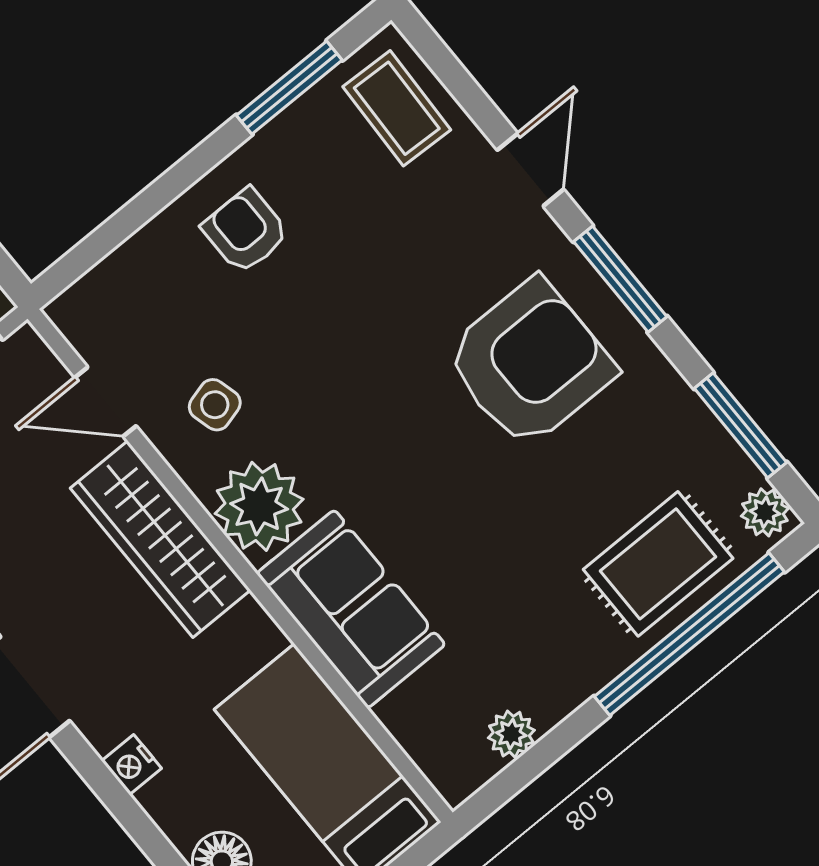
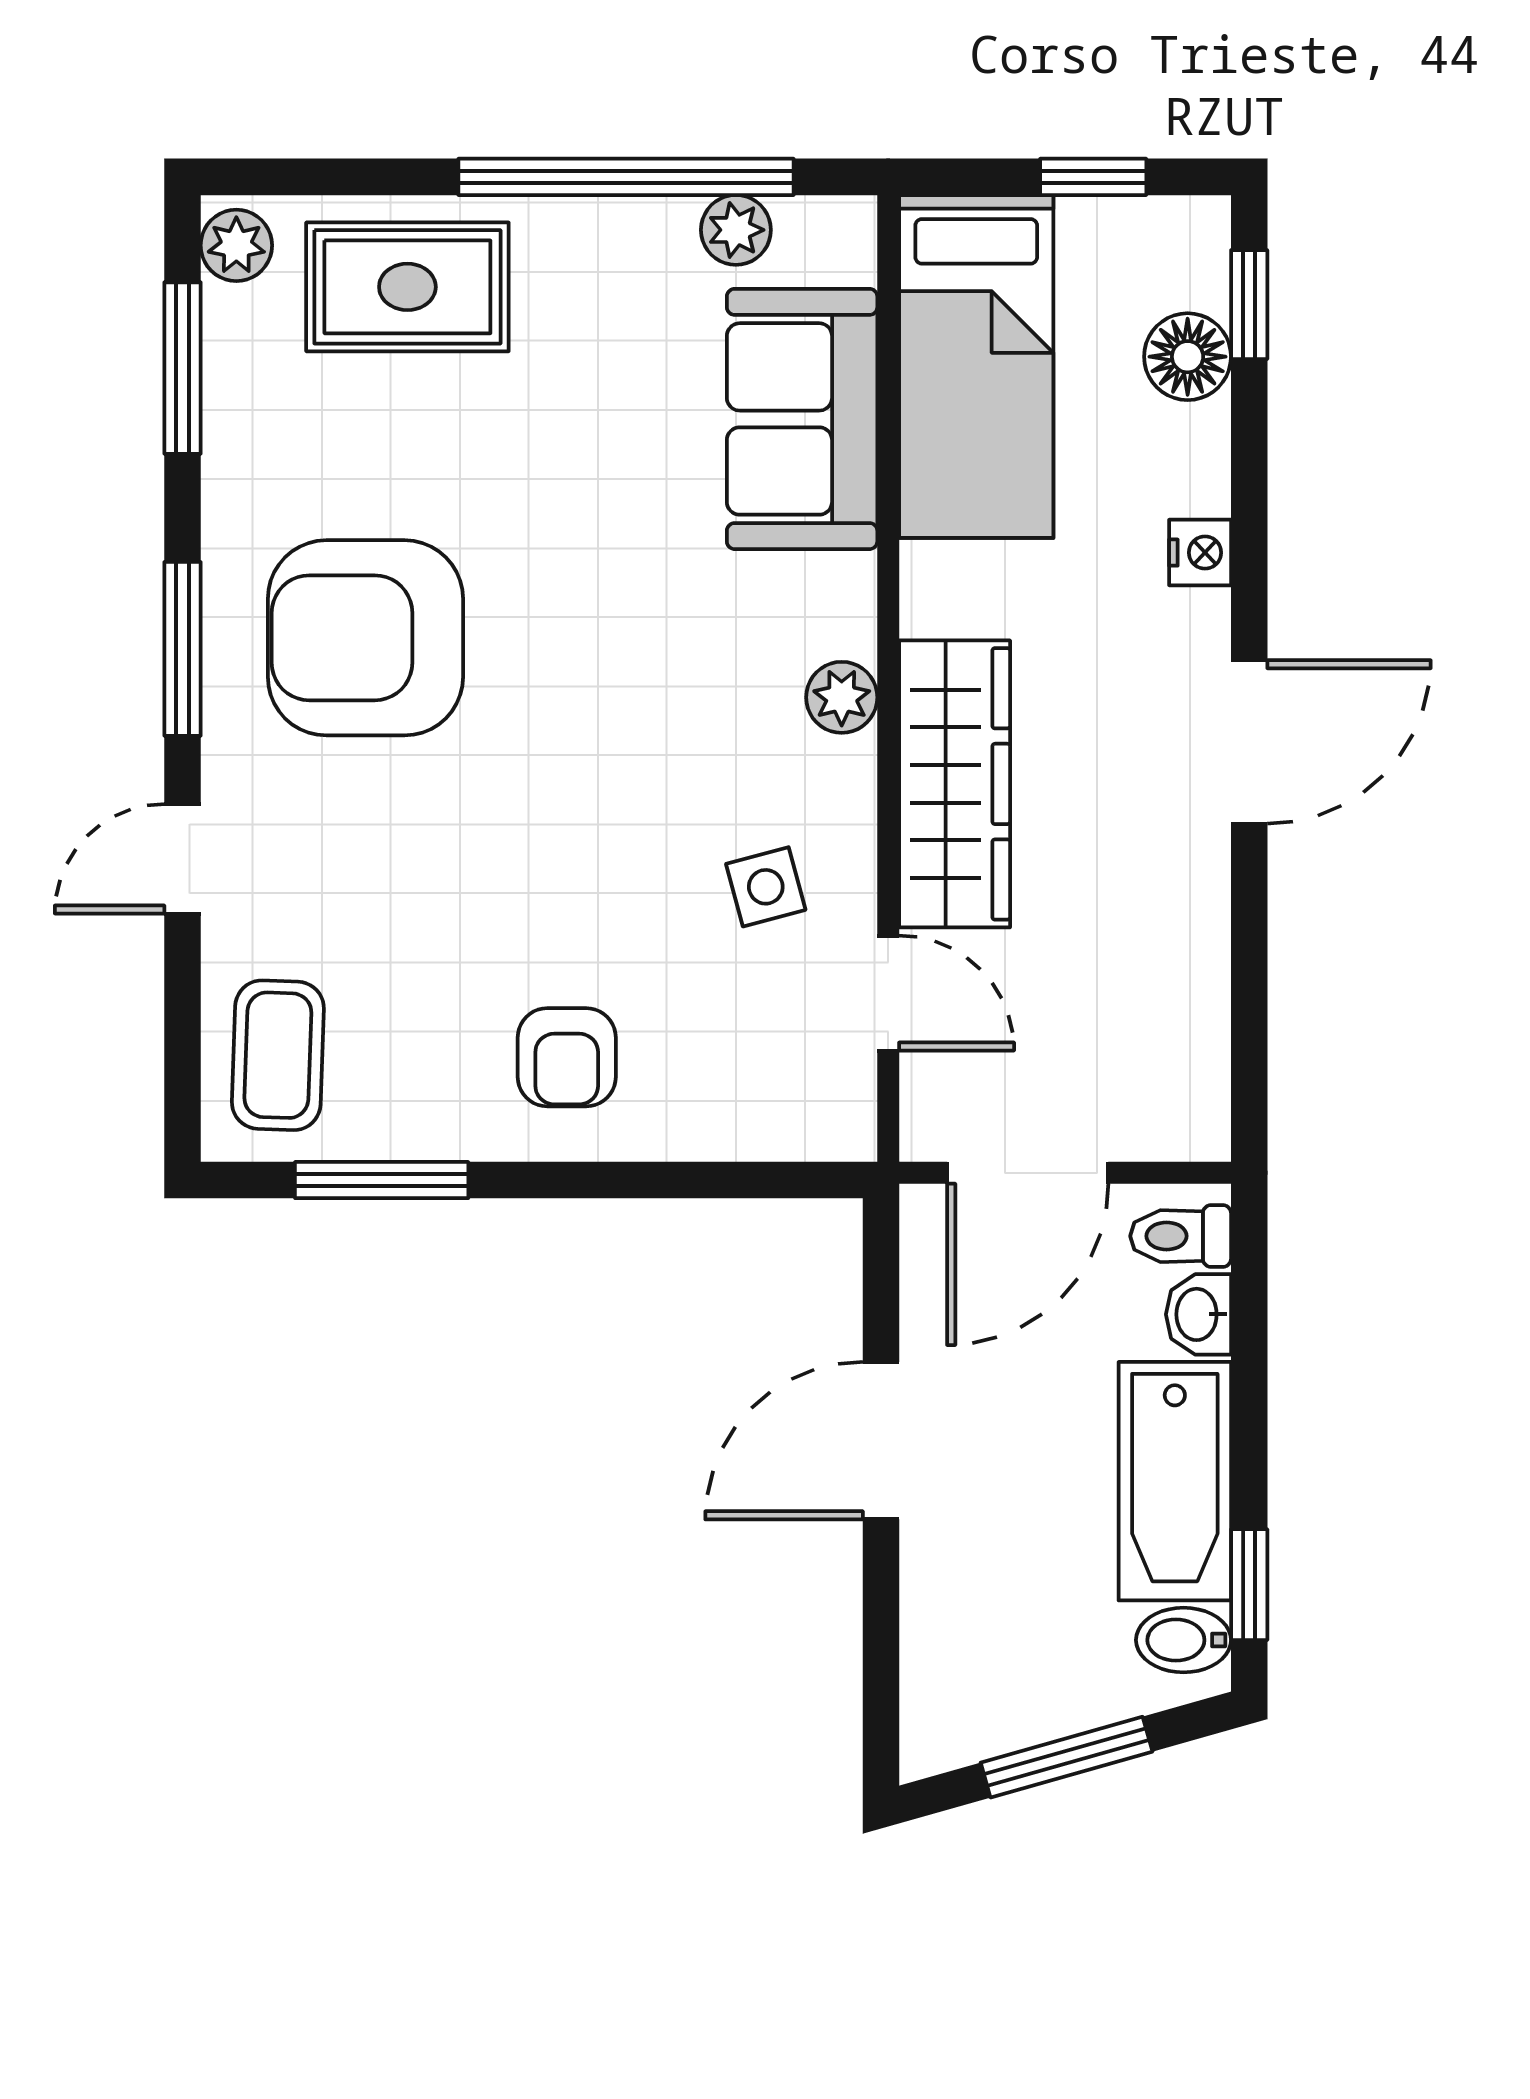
plant: (259, 506) -> (842, 697), width x0.53, depth x0.53
sofa: (351, 609) -> (802, 419), moved
window: (689, 634) -> (626, 177), moved

